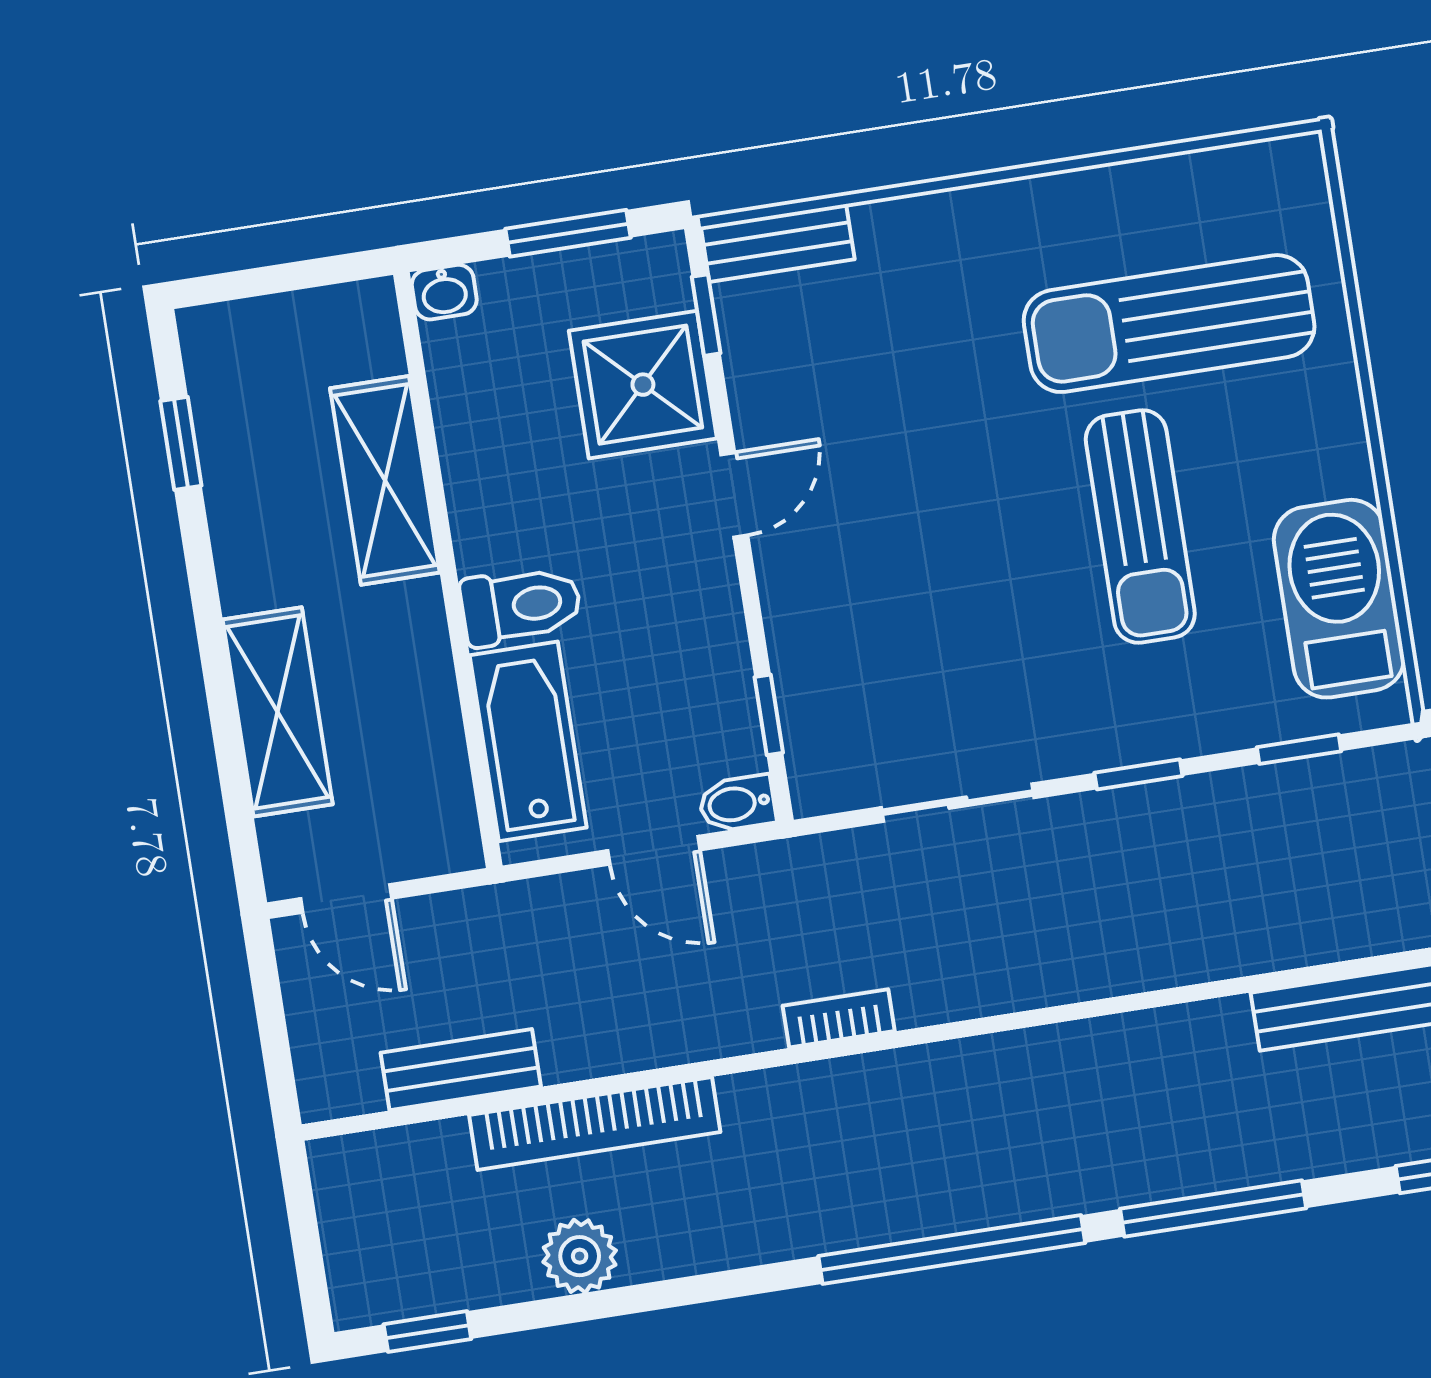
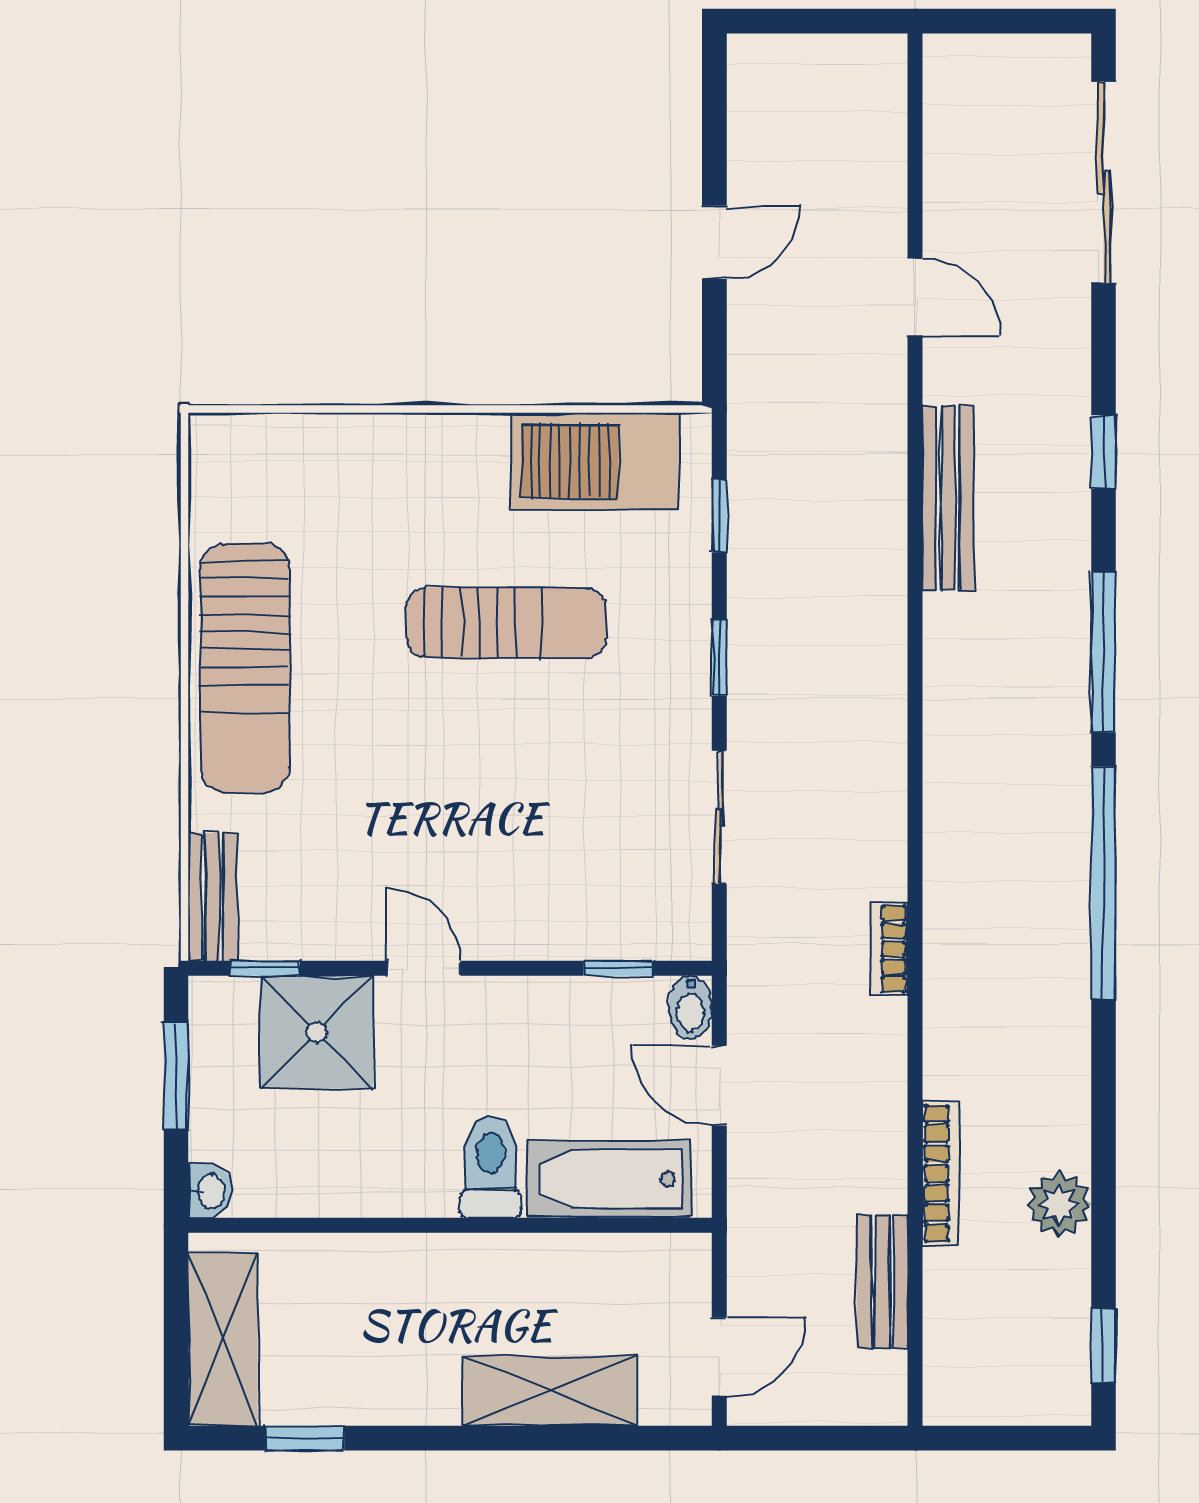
sun lounger: (1169, 324) -> (245, 668), moved
shelving: (385, 480) -> (223, 1339), moved, turned 90
door: (654, 850) -> (719, 1086), swing flipped
bookcase: (595, 1123) -> (941, 1173), width x0.68, depth x0.76

